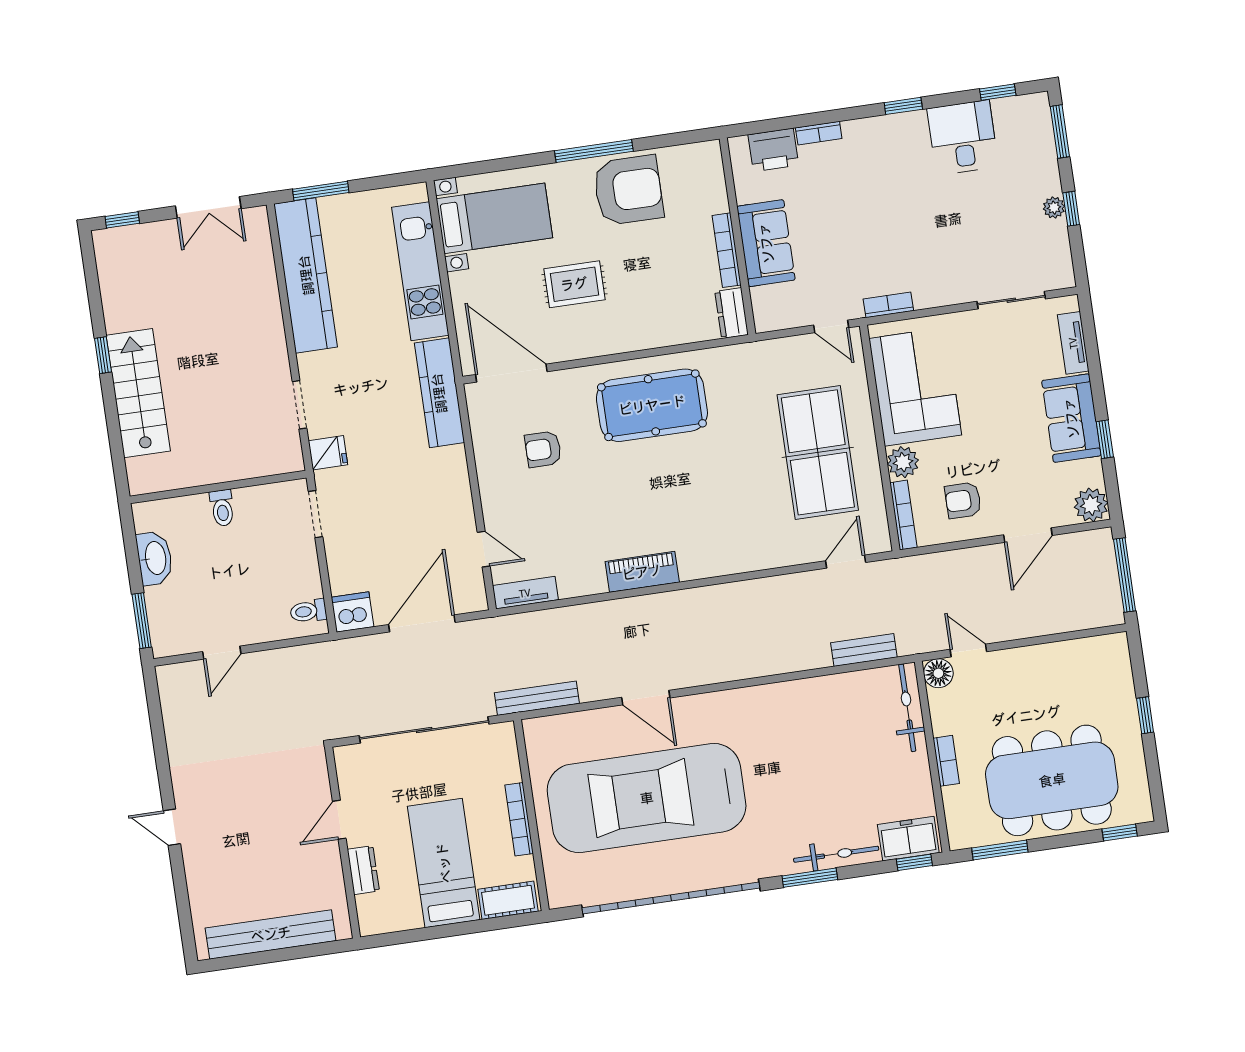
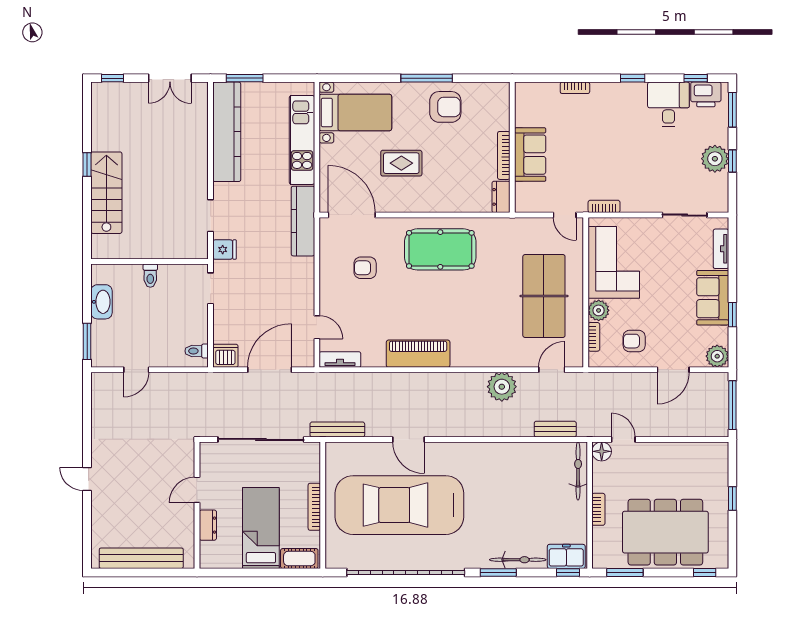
printer: (773, 150) -> (706, 94), moved
armchair: (628, 190) -> (445, 107), width x0.73, depth x0.73
plant: (1054, 208) -> (715, 159), width x1.88, depth x1.88
bookcase: (903, 515) -> (594, 337), width x0.64
piano: (642, 572) -> (418, 354), width x1.37, depth x1.33
plant: (774, 598) -> (502, 387), added

